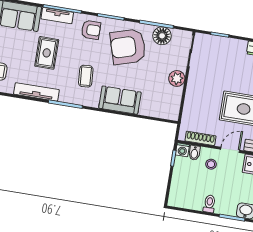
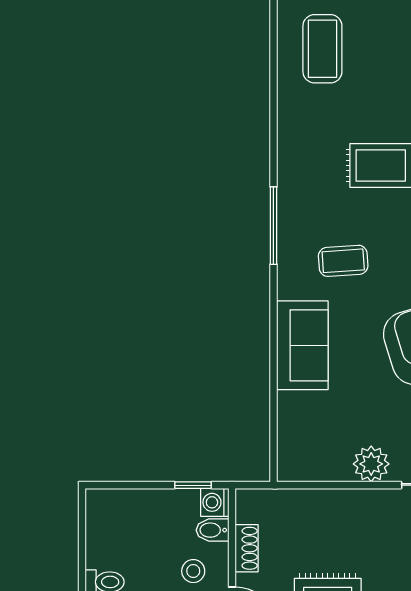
tv unit: (36, 92) -> (290, 157), removed
shoe rack: (200, 138) -> (247, 548), width x0.70

